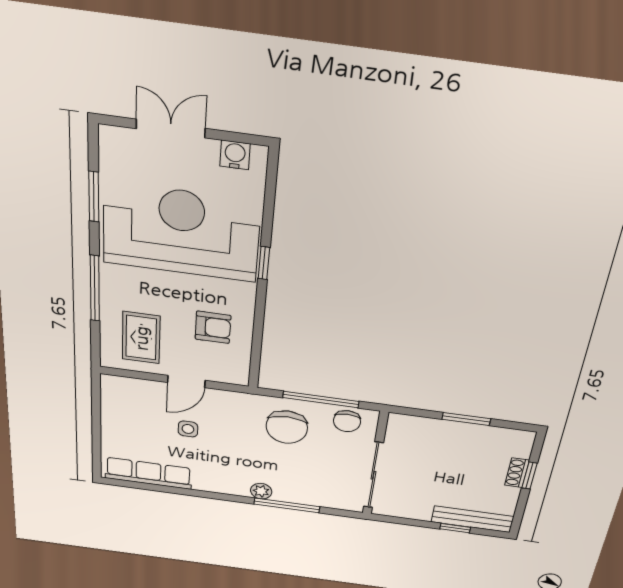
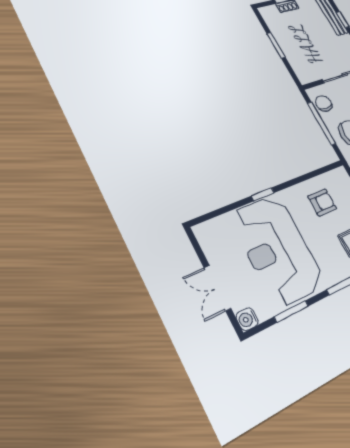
water cooler: (235, 155) -> (247, 319), moved
armchair: (213, 327) -> (322, 202), turned 90
chair: (347, 421) -> (324, 104), turned -90

